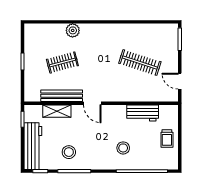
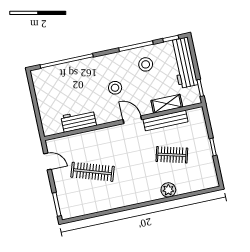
clothes rail: (62, 63) -> (172, 155), turned 30
trolley: (167, 139) -> (48, 100), removed
stool: (123, 148) -> (115, 88), moved

